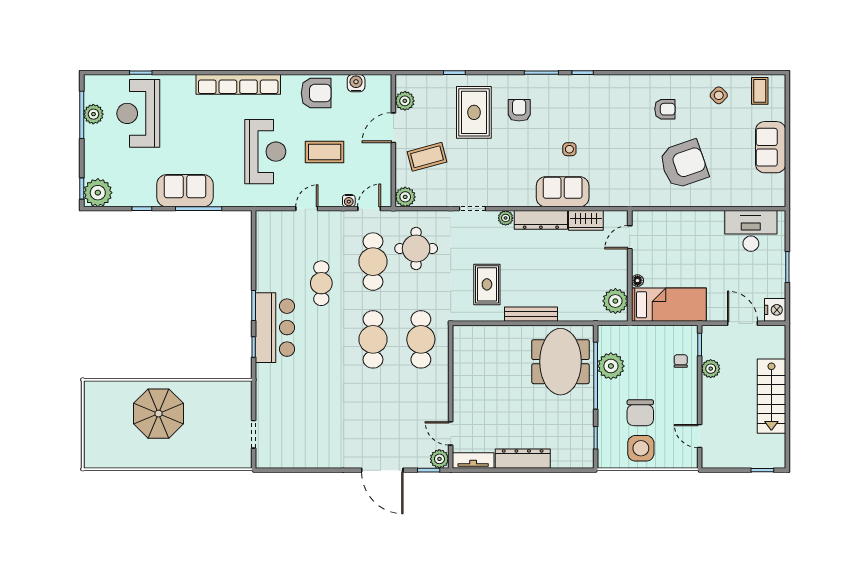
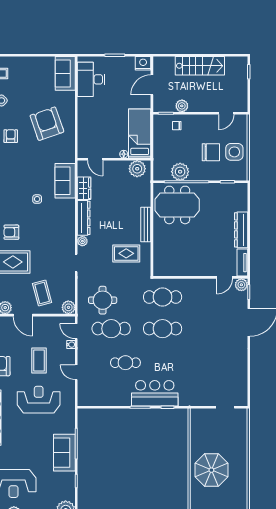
sofa: (771, 147) -> (65, 73), moved, turned 90
sofa: (563, 192) -> (65, 181), moved

